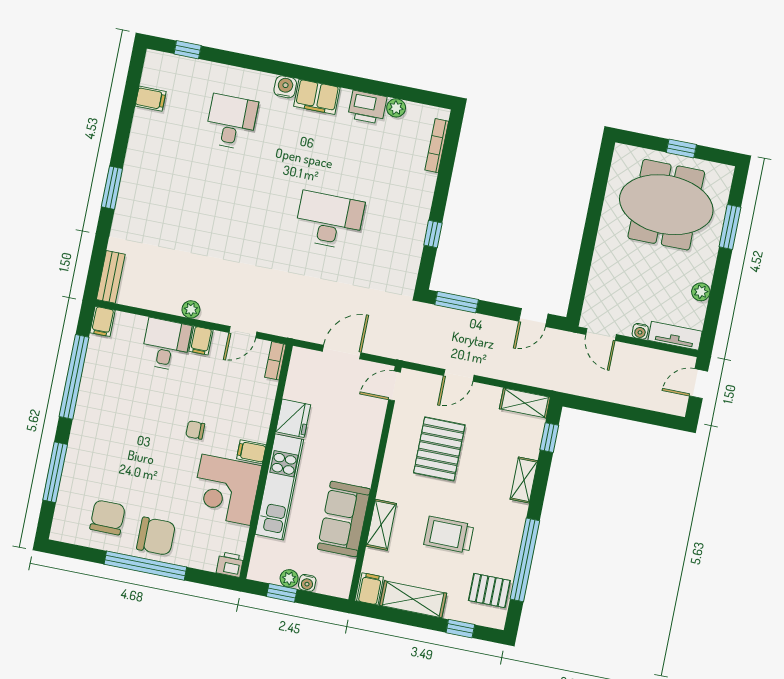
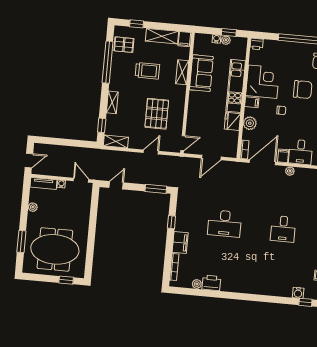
water cooler: (285, 87) -> (298, 293), moved
filing cabinet: (317, 97) -> (180, 243), moved, turned 90
desk: (231, 122) -> (283, 229), moved
window: (681, 148) -> (66, 280), moved
door: (243, 332) -> (262, 162), width x1.88
plant: (259, 411) -> (250, 123), added
chair: (156, 536) -> (303, 90), moved, turned 180

